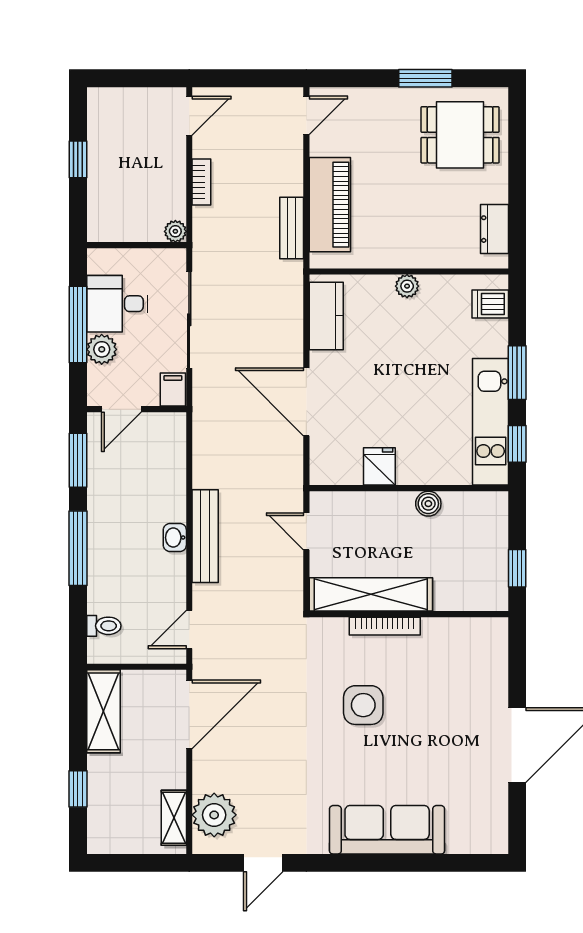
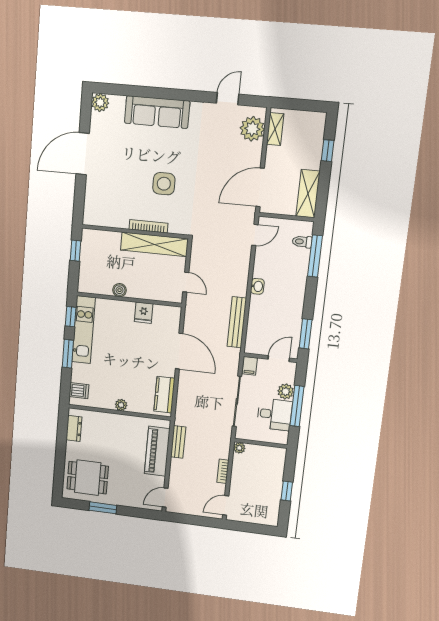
bench: (205, 536) -> (237, 322), moved
window: (78, 548) -> (315, 256), moved
plant: (492, 838) -> (100, 103), added

